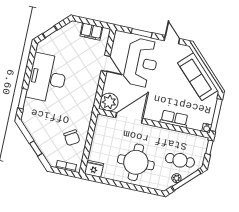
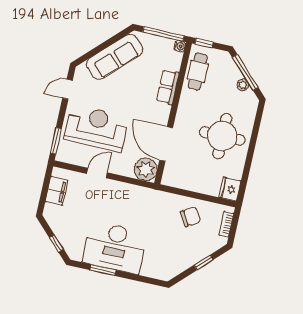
window: (142, 33) -> (56, 141), moved
window: (23, 99) -> (103, 270), moved
cafe table: (180, 160) -> (198, 72), moved

